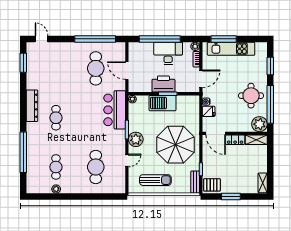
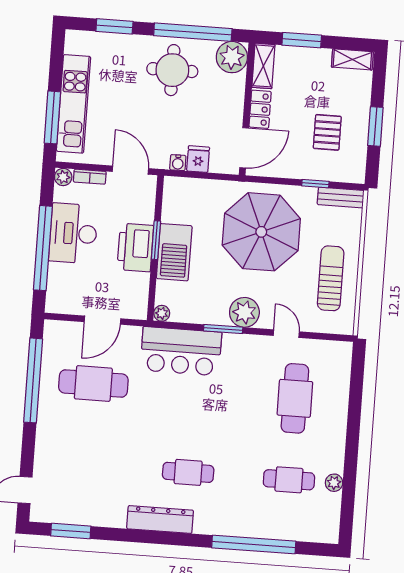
window: (270, 157) -> (302, 40), added
cafe table: (96, 167) -> (295, 398), turned 90
pallet: (212, 185) -> (327, 132), moved

